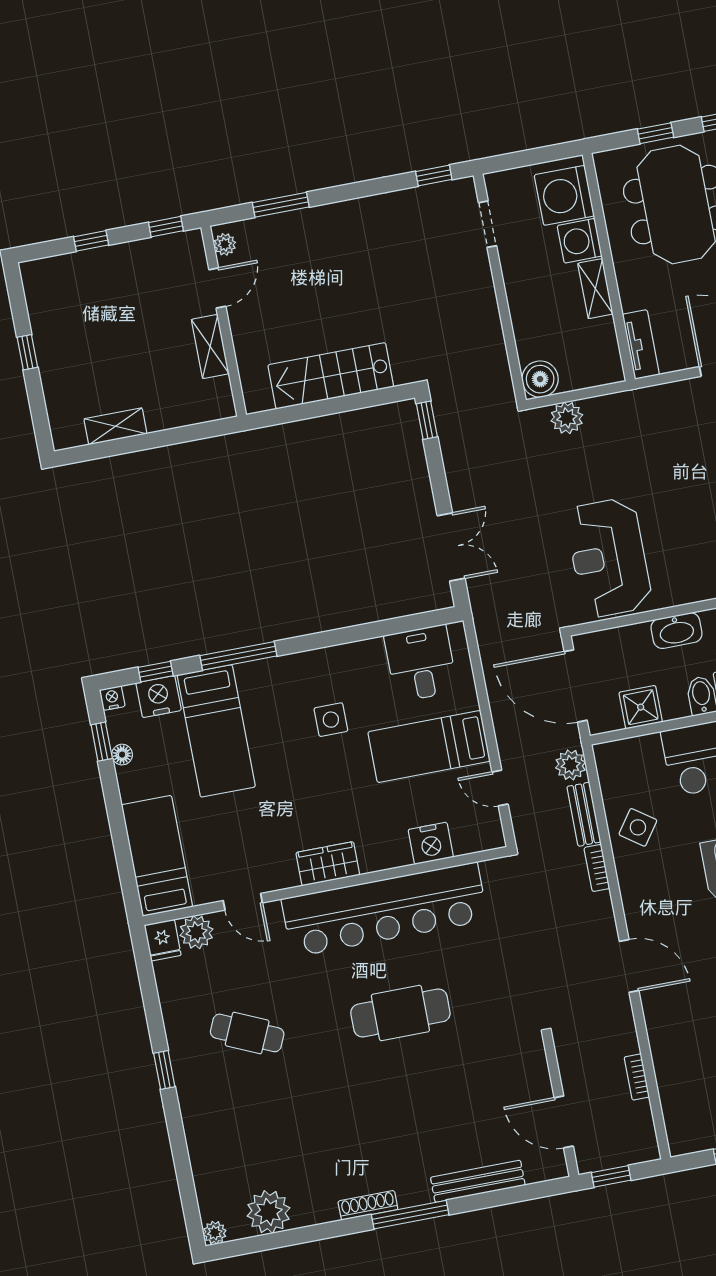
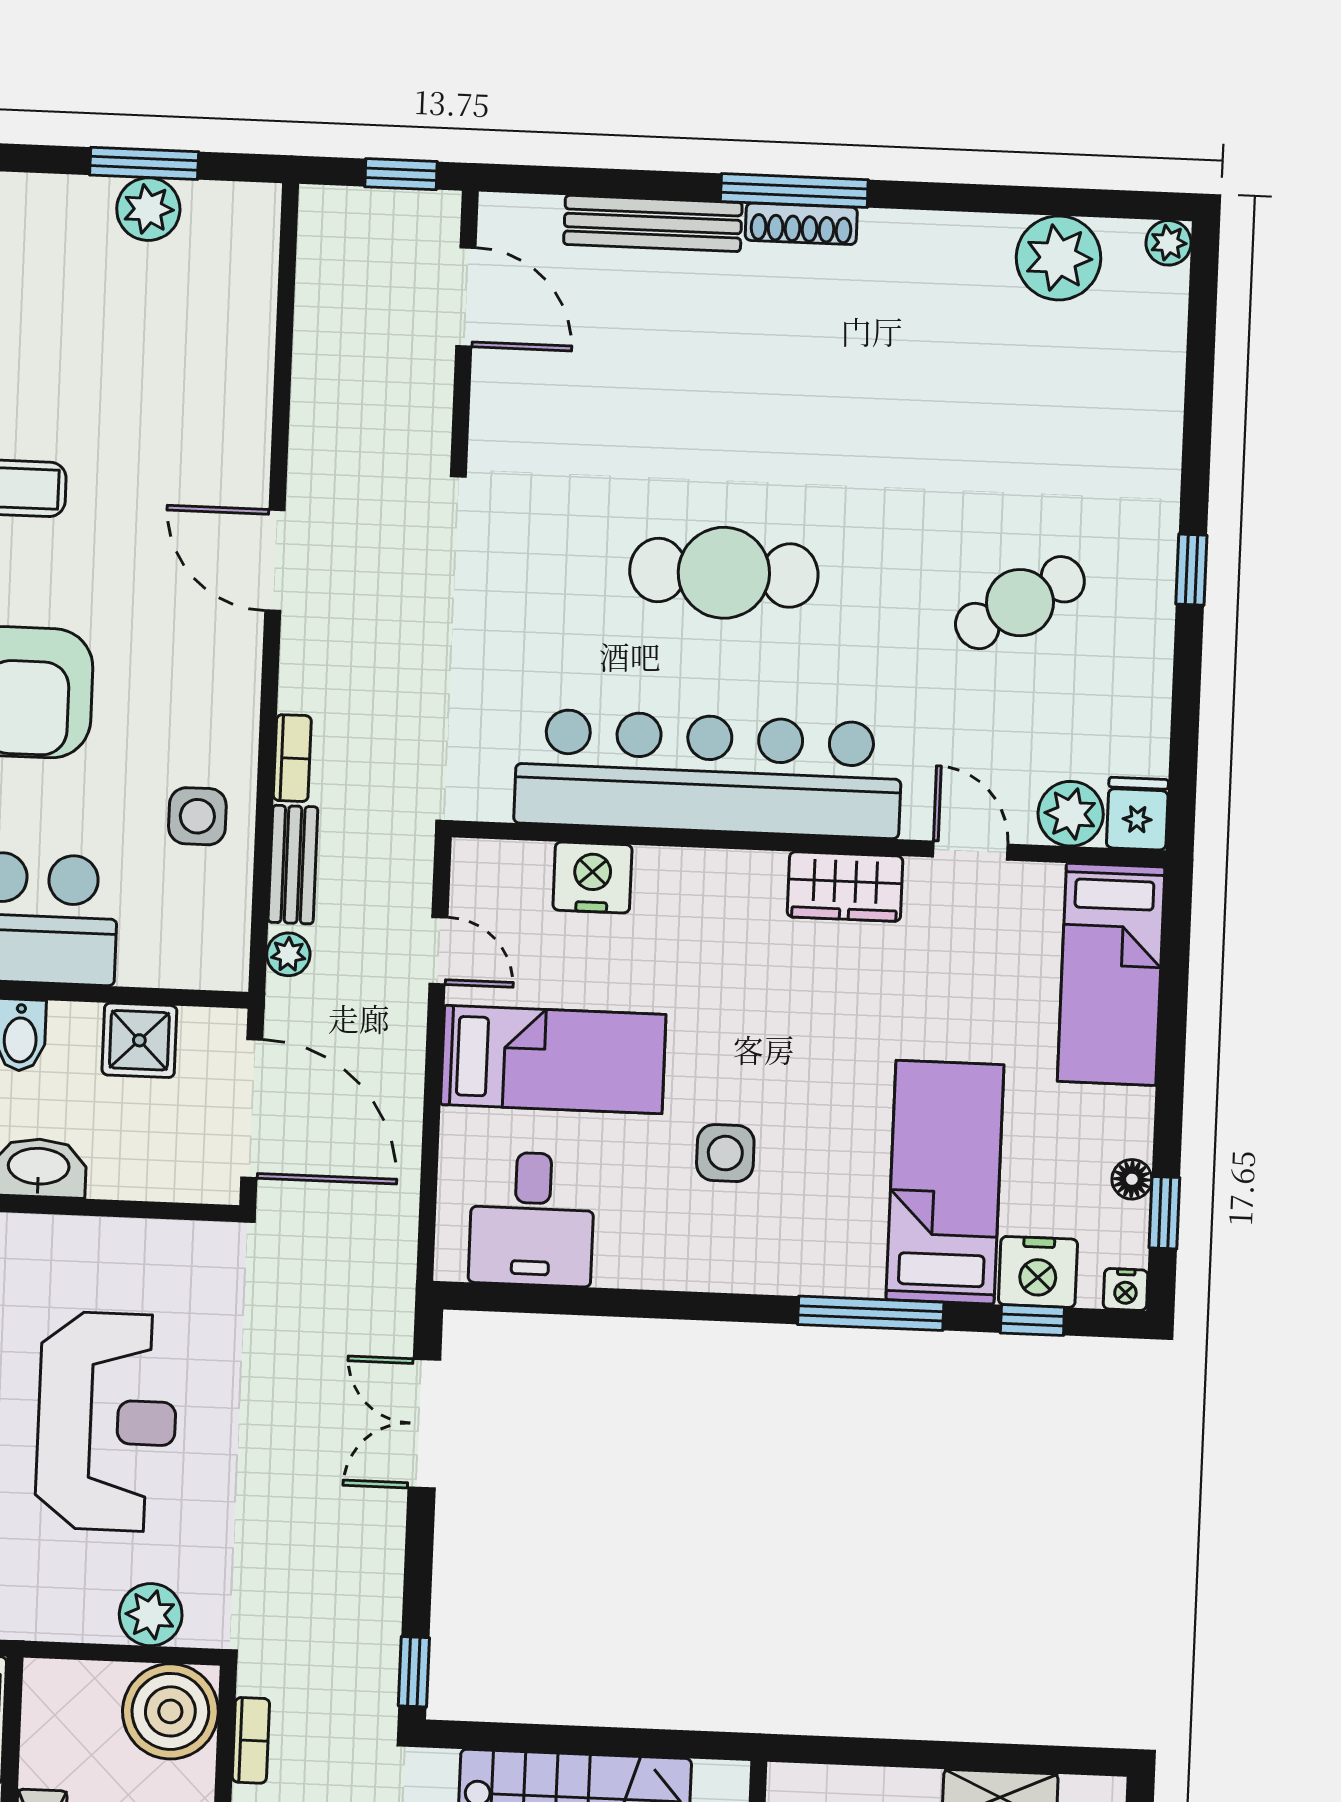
boiler: (540, 379) -> (170, 1711), width x1.37, depth x1.37
reception desk: (609, 558) -> (107, 1422), moved
plant: (571, 765) -> (288, 954), width x0.73, depth x0.73
side table: (638, 827) -> (197, 816), turned -35
wardrobe: (328, 864) -> (845, 887), moved
cafe table: (247, 1033) -> (1020, 603), turned -55
bookcase: (637, 1077) -> (251, 1740), moved
shoe rack: (368, 1205) -> (801, 224), moved

